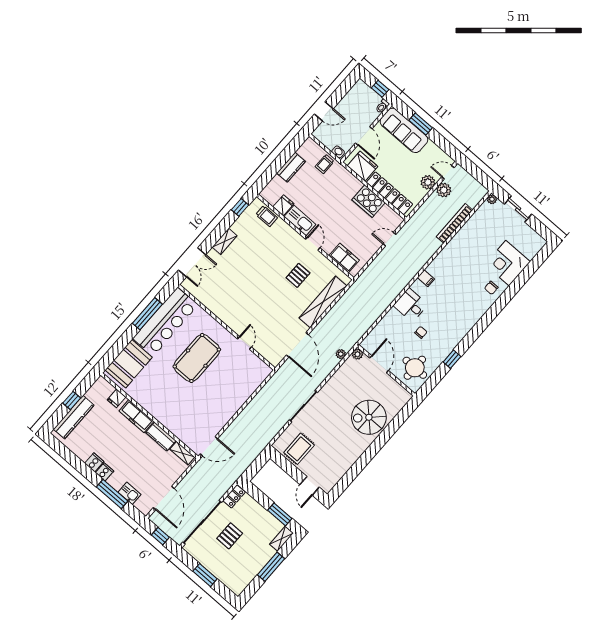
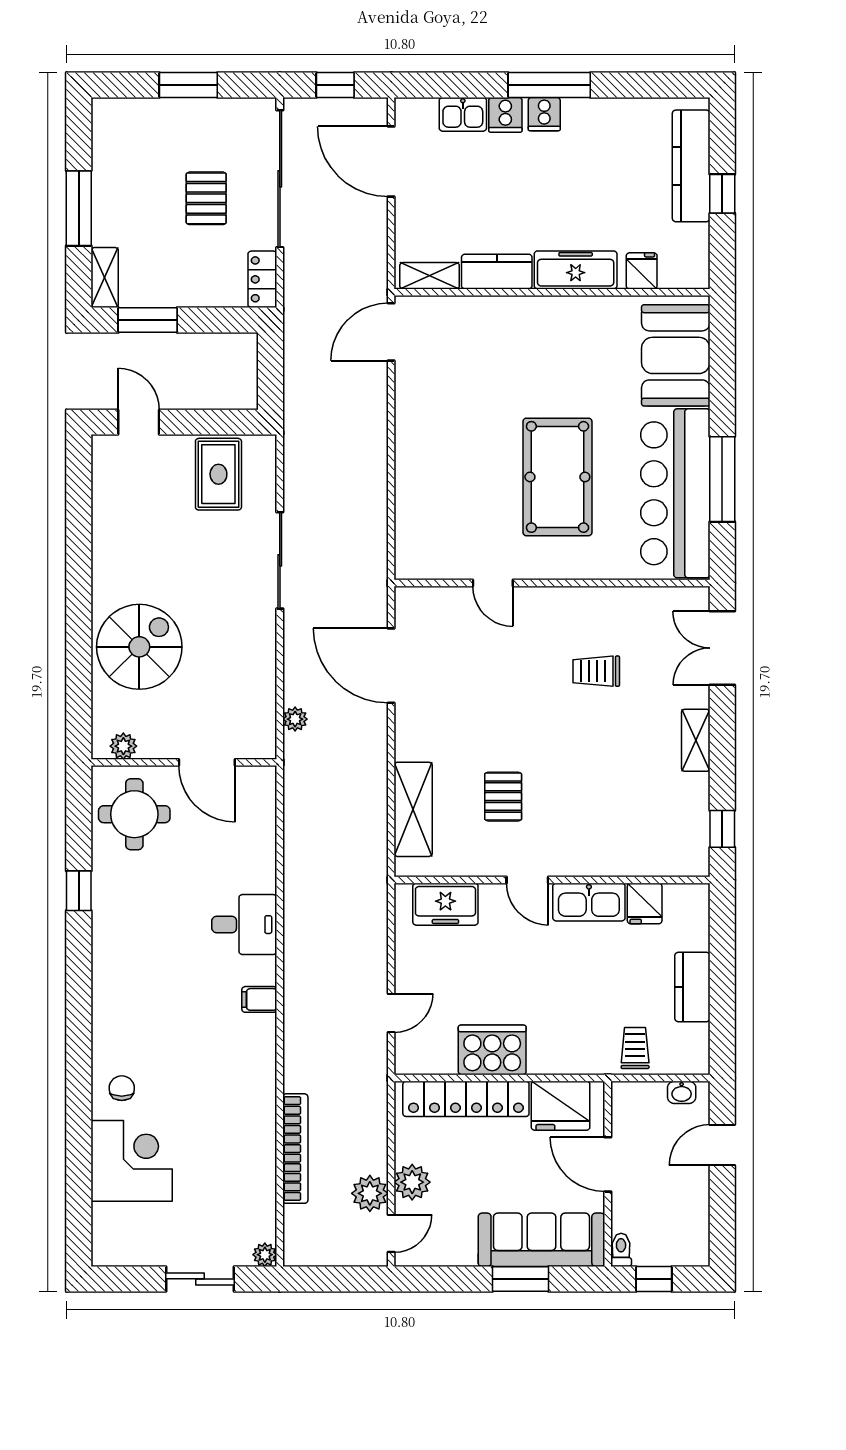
washbasin: (338, 152) -> (682, 1092), moved
trolley: (267, 216) -> (596, 671), moved
shelving: (323, 302) -> (413, 809), width x0.68
chair: (421, 332) -> (181, 890), removed
plant: (357, 354) -> (123, 746), moved
cooker: (94, 462) -> (505, 115), moved
window: (112, 494) -> (549, 85), moved

